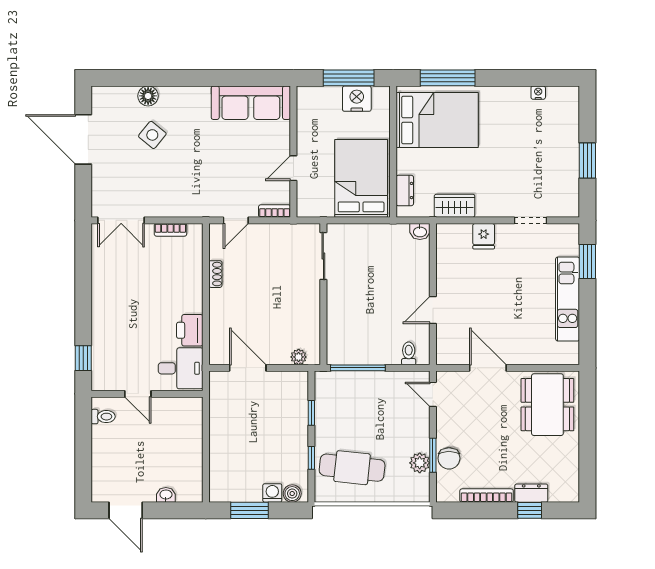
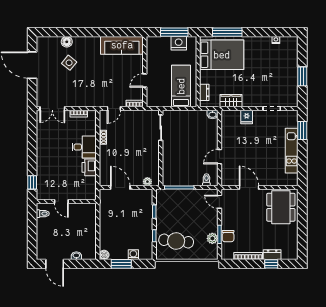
bed: (361, 178) -> (181, 86), width x0.67
desk: (181, 368) -> (84, 147), moved
boiler: (292, 494) -> (104, 255), moved

